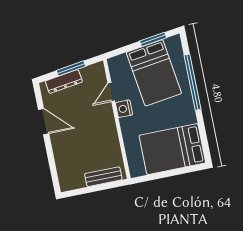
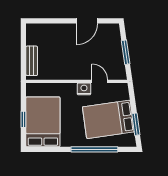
dresser: (64, 81) -> (116, 44), removed
window: (174, 172) -> (23, 119), added

